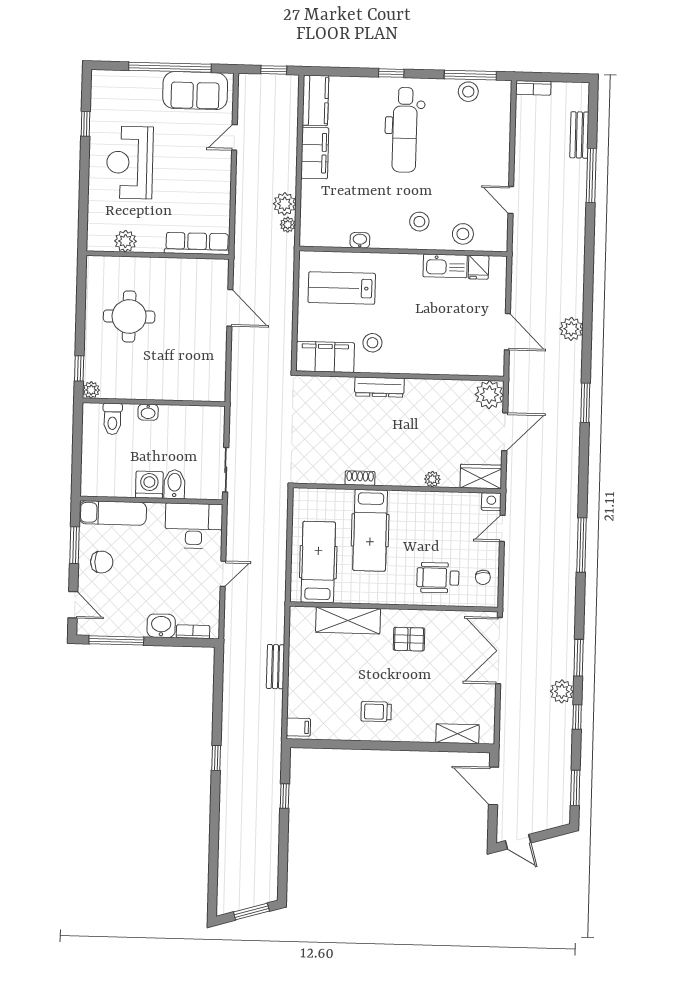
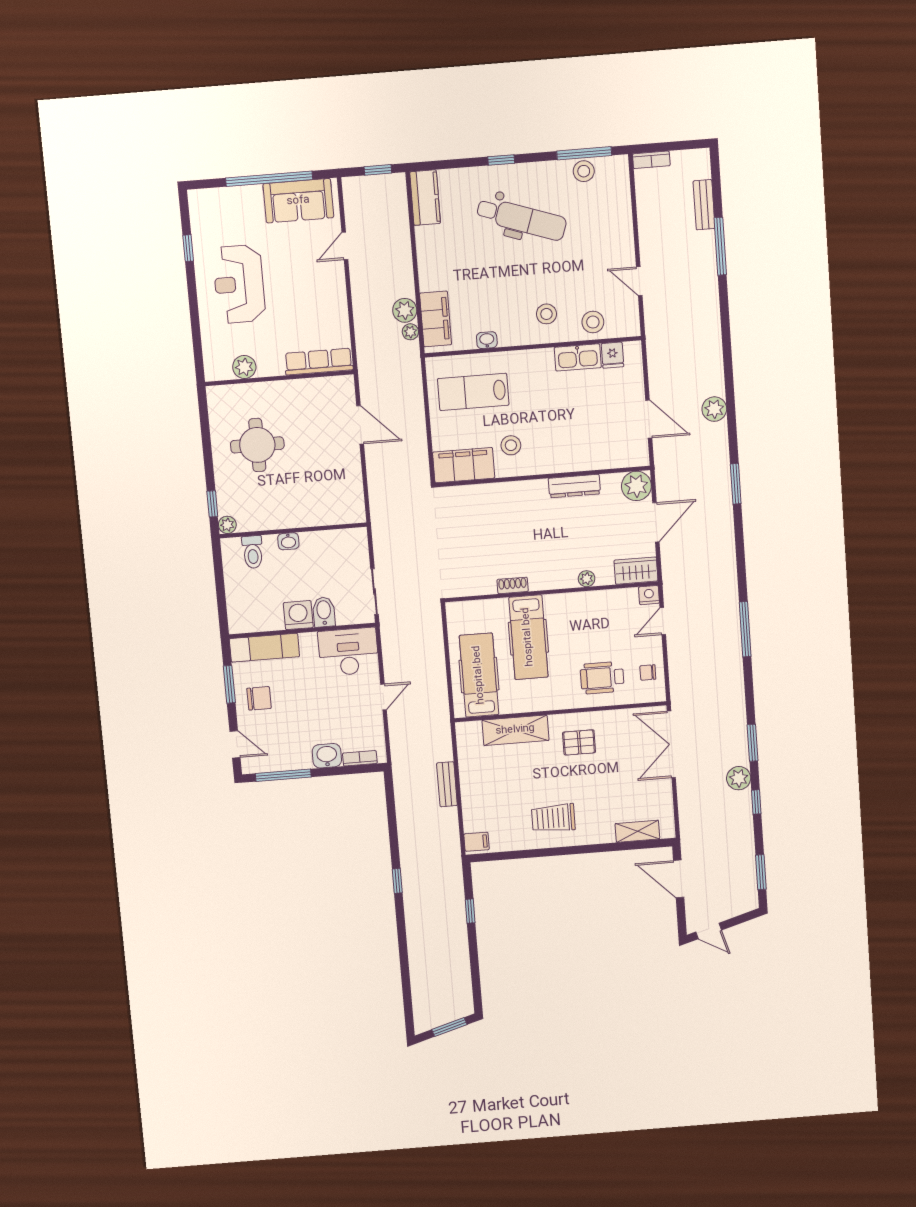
dental chair: (405, 130) -> (521, 219), turned -71
filing cabinet: (315, 153) -> (436, 319), moved
dresser: (379, 387) -> (574, 486), moved
chair: (483, 577) -> (648, 672), turned 96
trolley: (376, 712) -> (553, 818), width x1.36, depth x1.39

